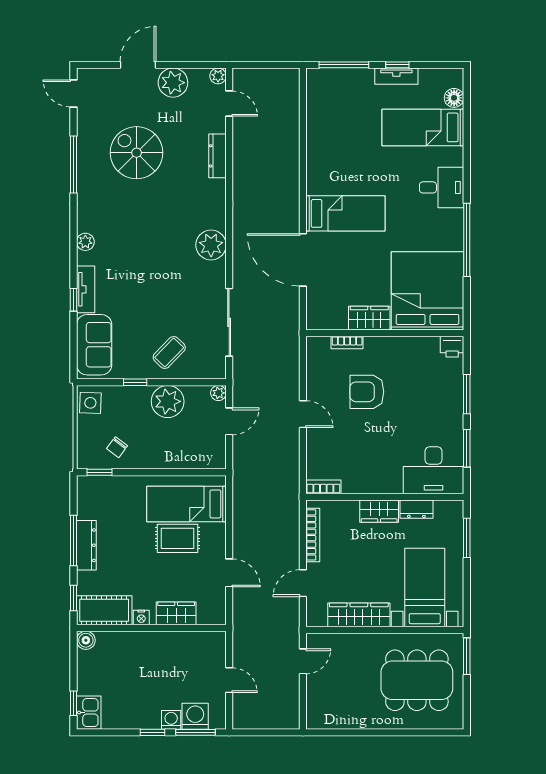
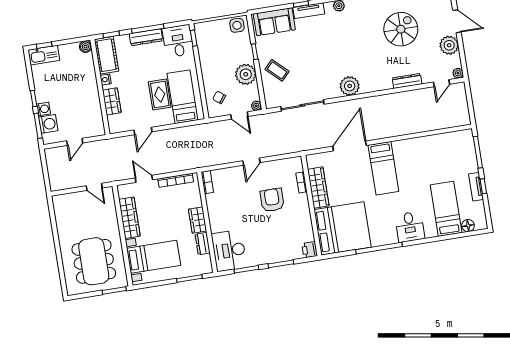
wardrobe: (369, 318) -> (318, 188), width x1.50
chair: (117, 447) -> (219, 97), moved
desk: (100, 497) -> (178, 41), added
kitchen sink: (89, 713) -> (44, 55), width x1.38

